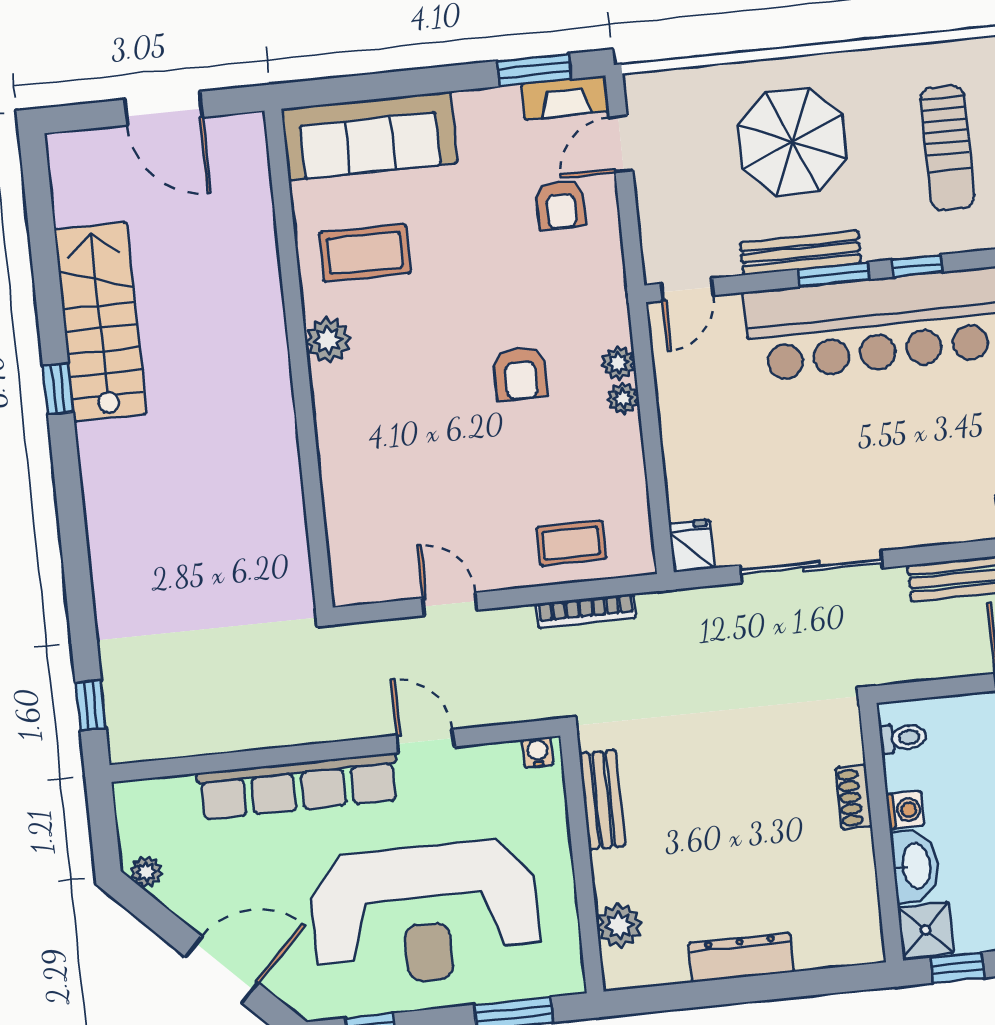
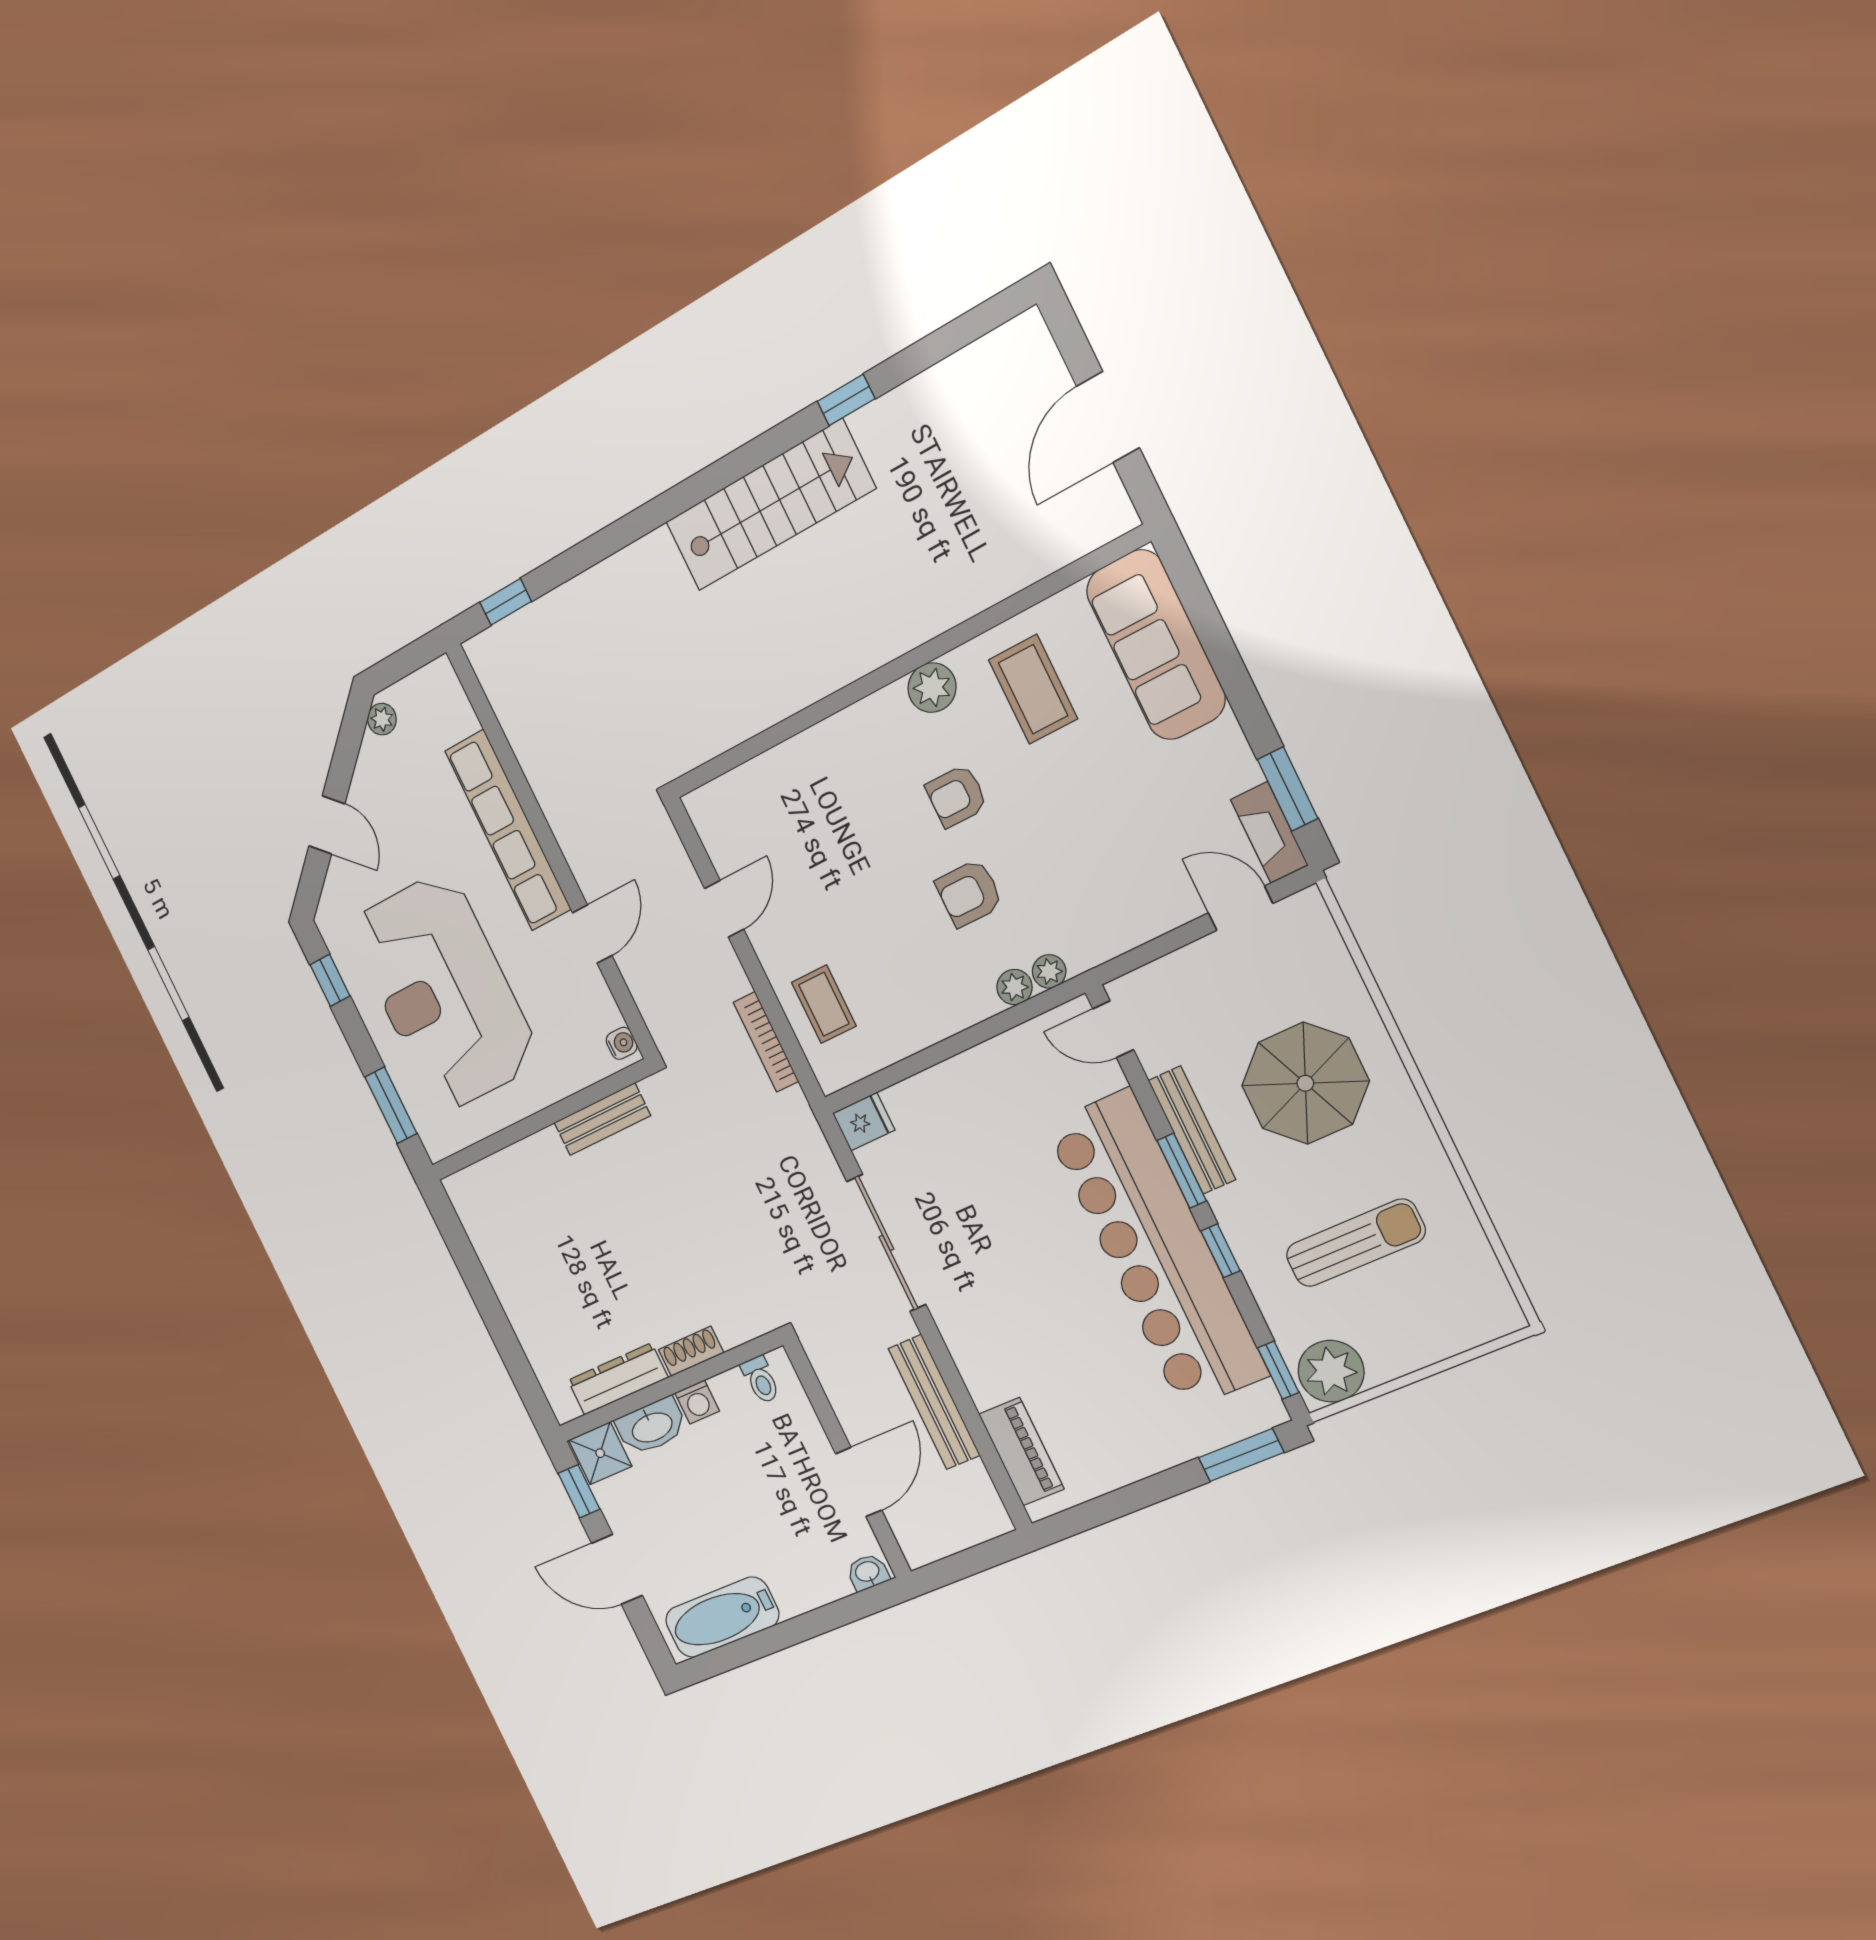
sun lounger: (947, 148) -> (1355, 1243), turned 180
armchair: (561, 205) -> (956, 796), moved
stairs: (100, 322) -> (770, 505), moved
window: (58, 389) -> (846, 400), moved
plant: (623, 399) -> (1049, 971), moved
plant: (619, 925) -> (500, 1174), removed
dresser: (741, 957) -> (618, 1379), moved, turned -90
door: (222, 970) -> (327, 825), width x0.73

